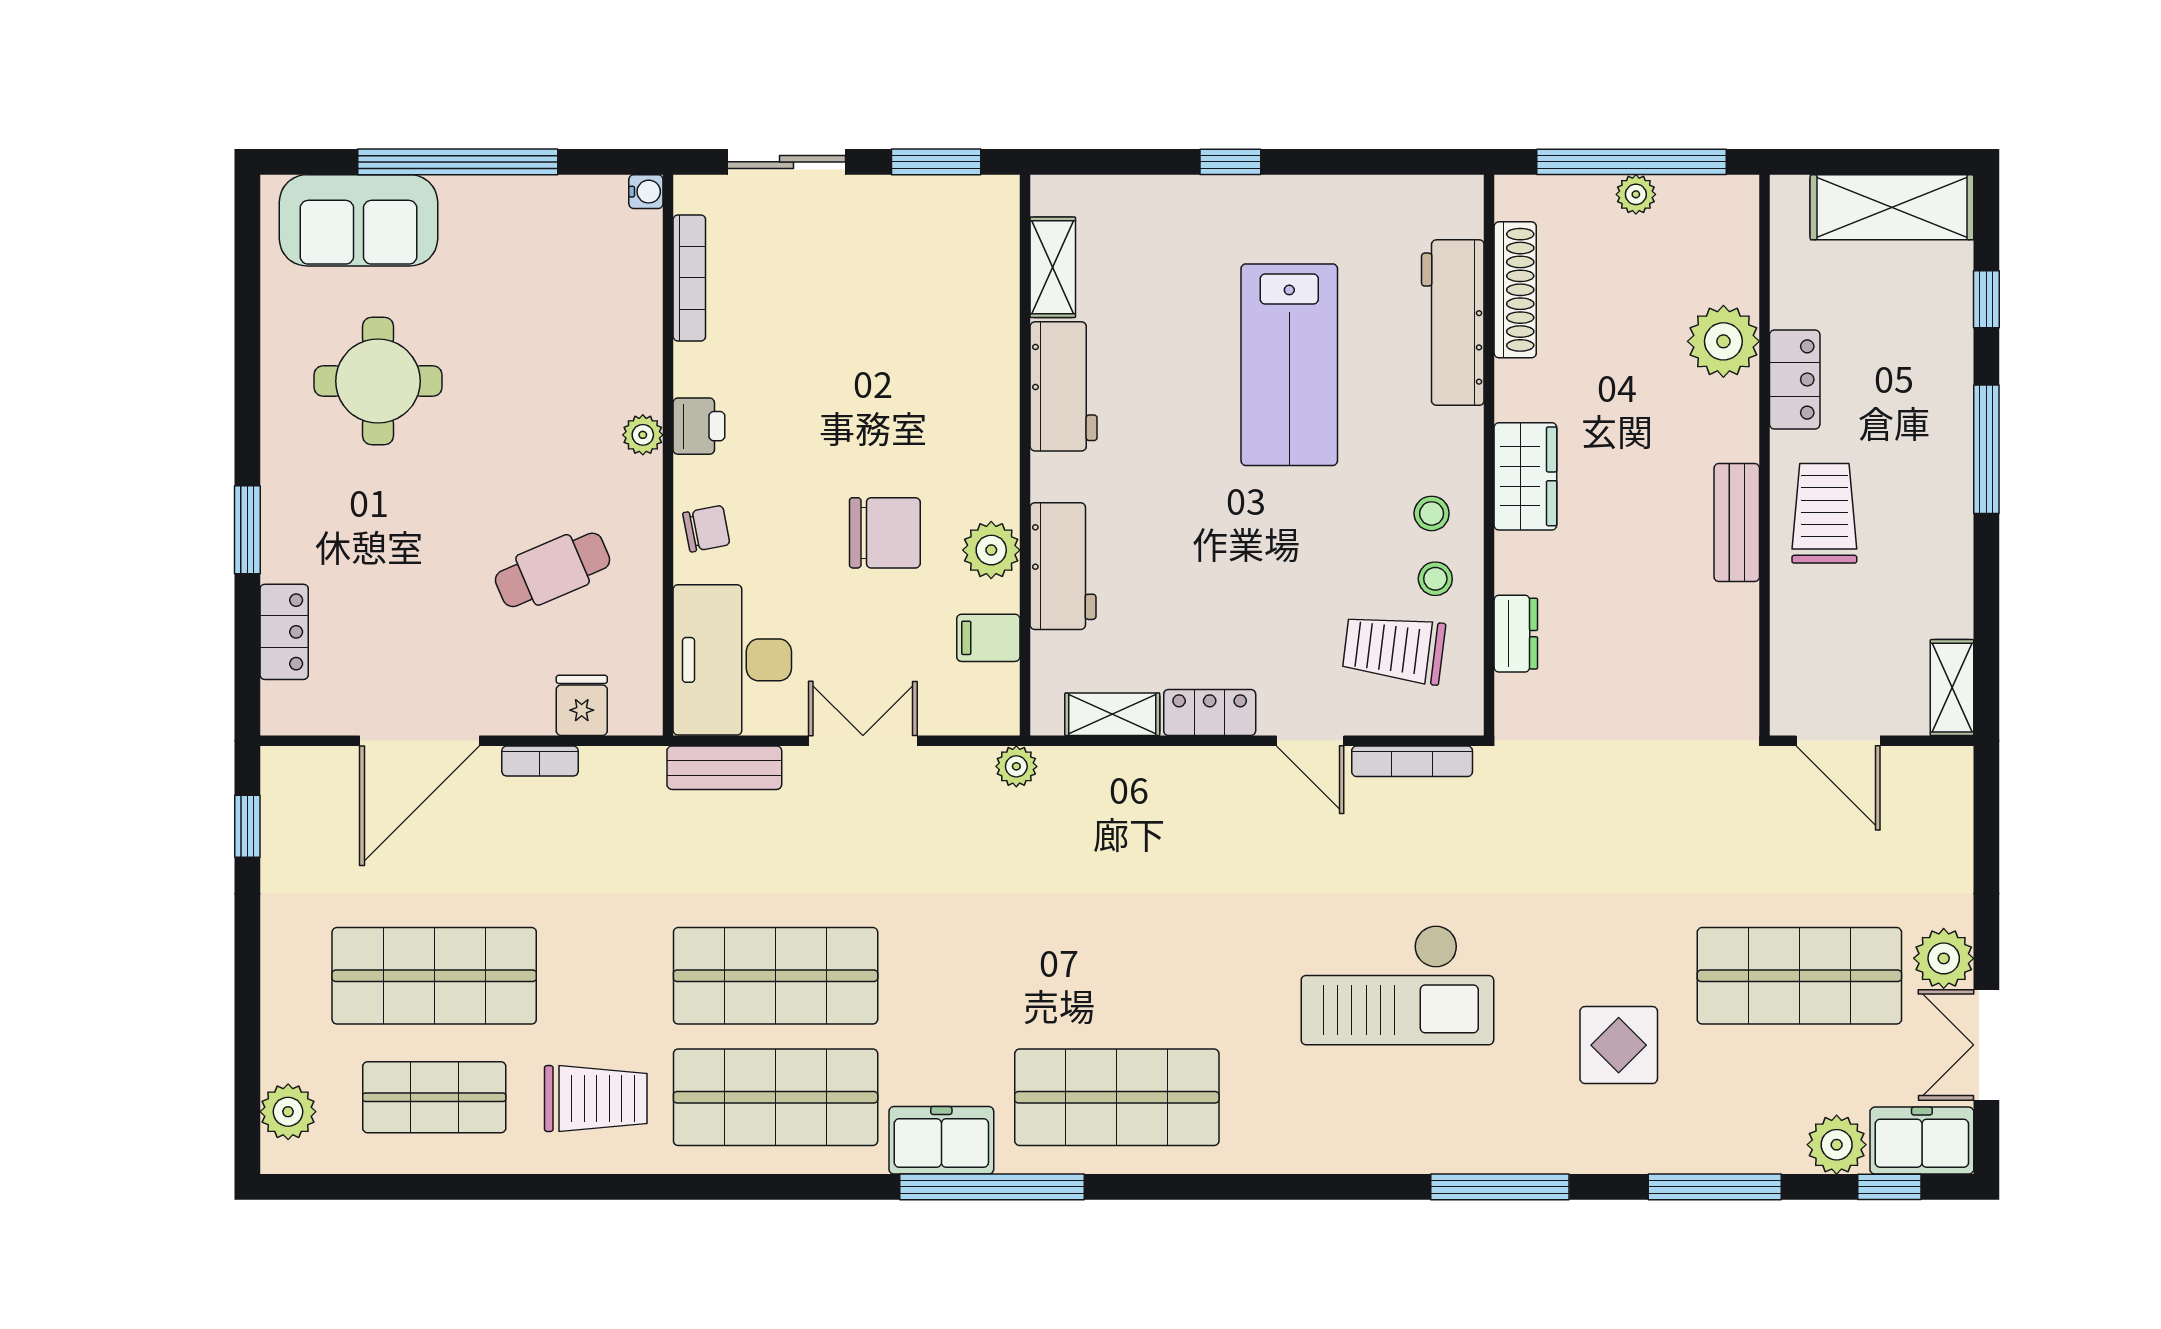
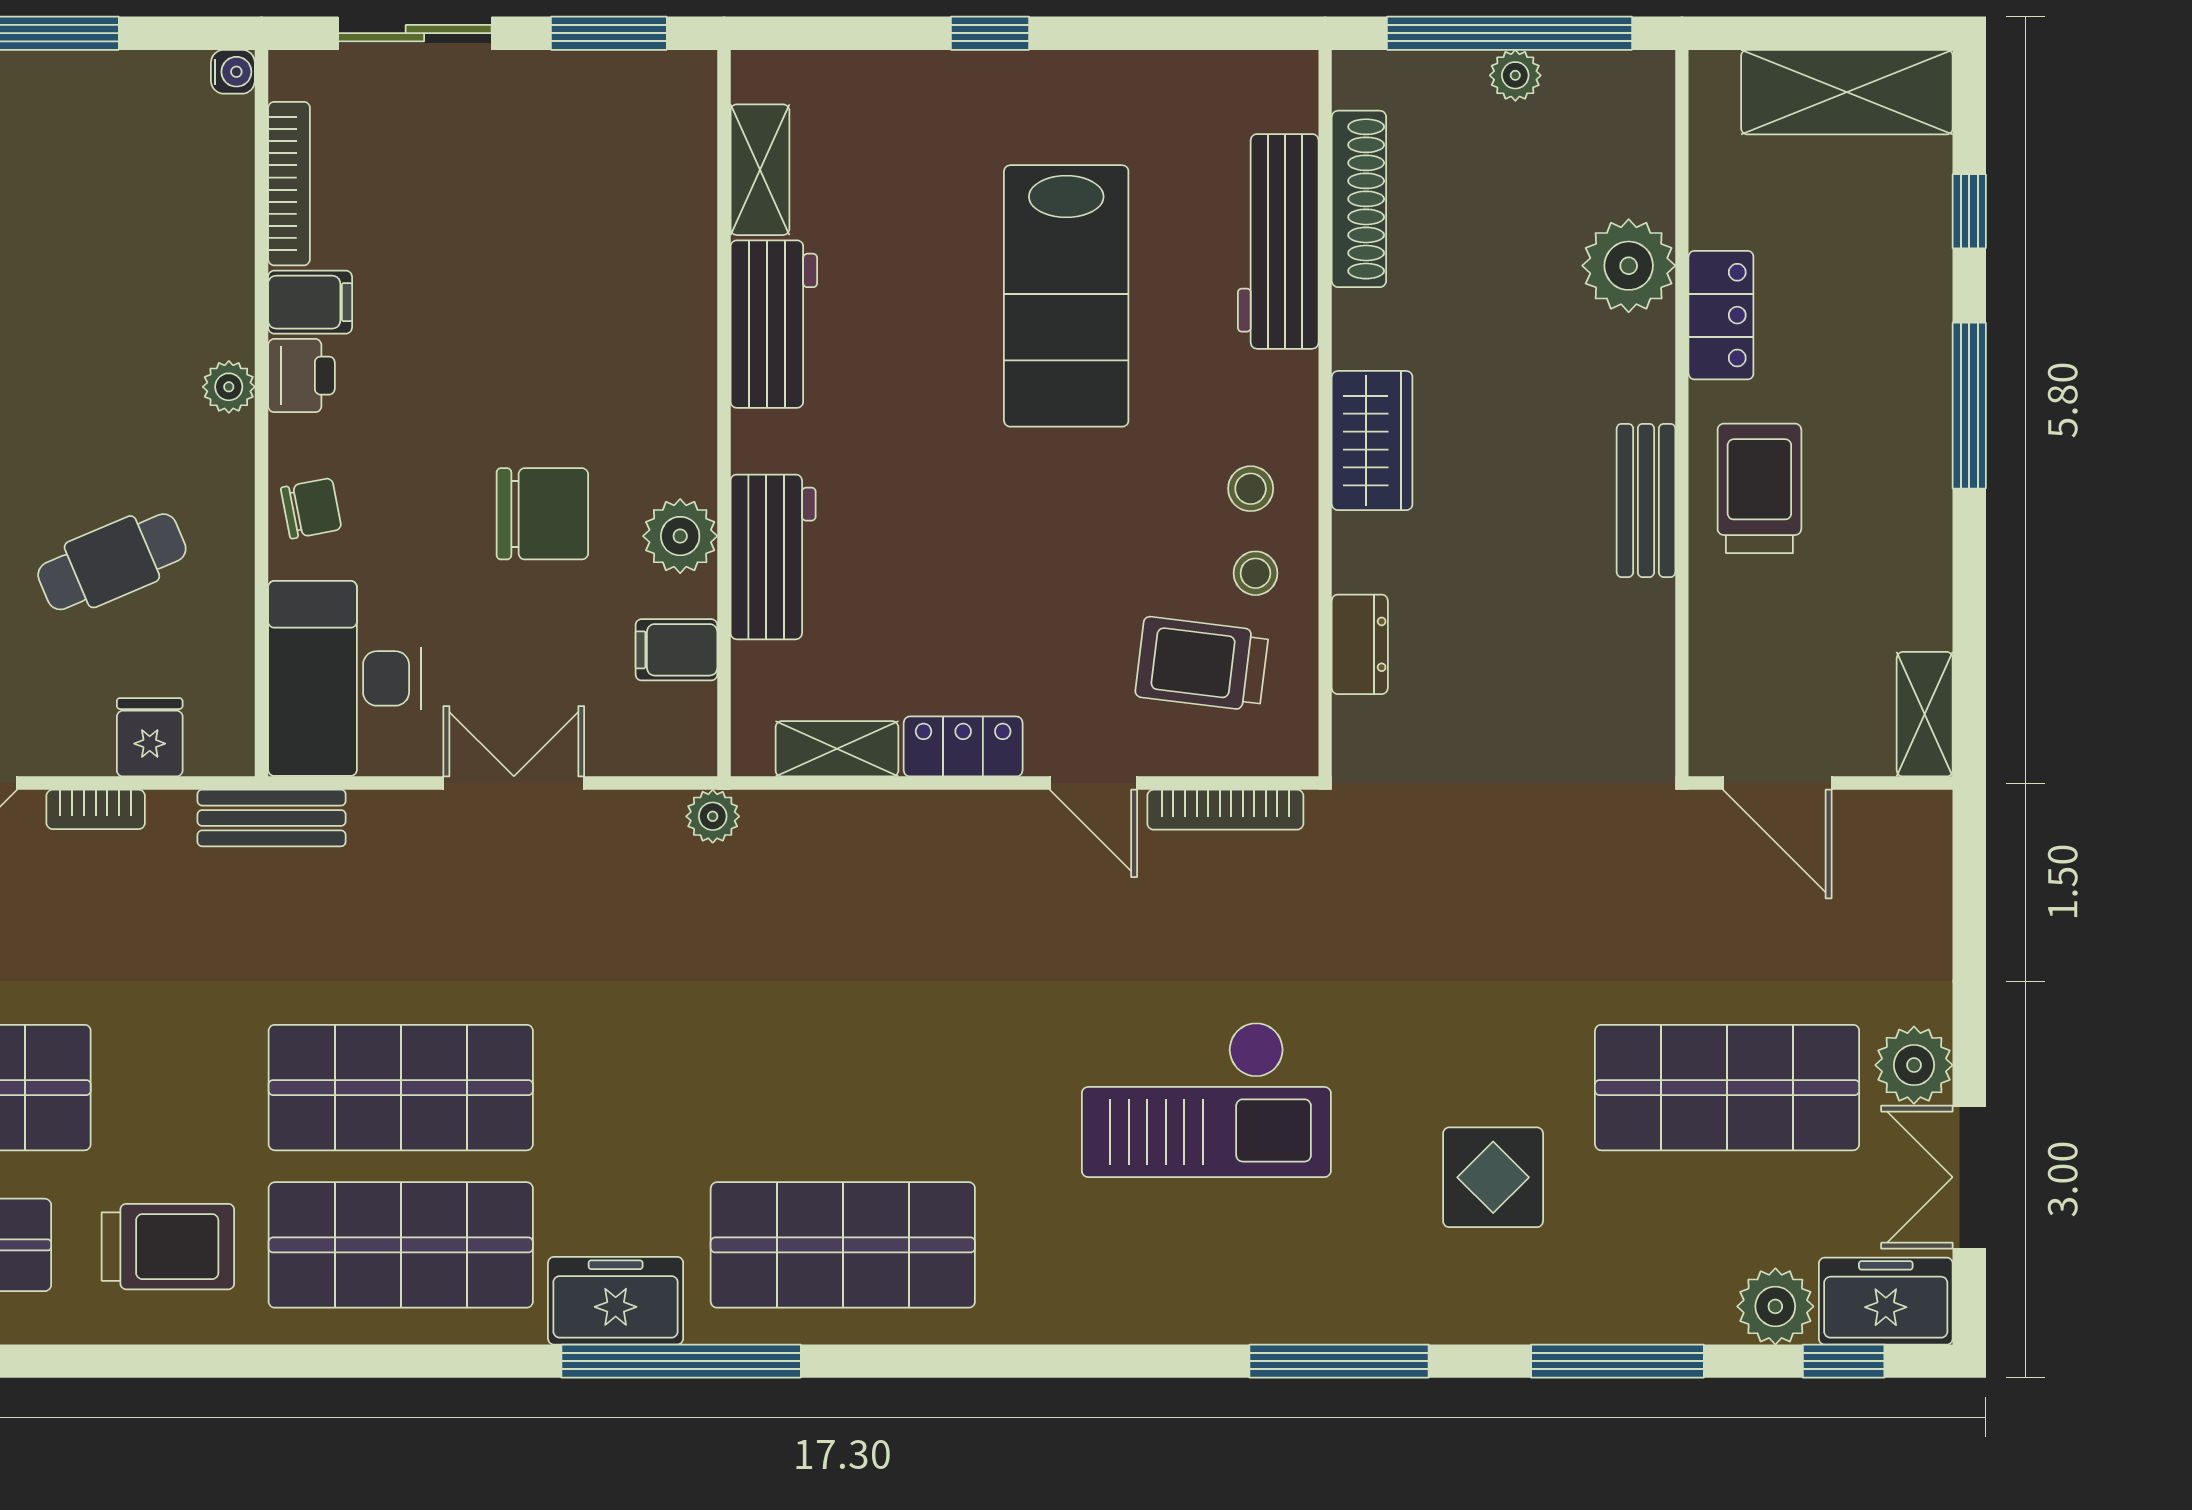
filing cabinet: (706, 369) -> (310, 302), added
bench: (724, 768) -> (272, 818), moved

